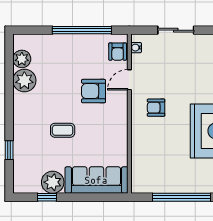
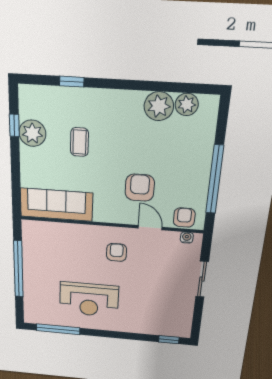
armchair: (118, 52) -> (184, 218), turned 90
coffee table: (63, 130) -> (79, 142), moved
sofa: (96, 180) -> (56, 205), moved, turned -90

